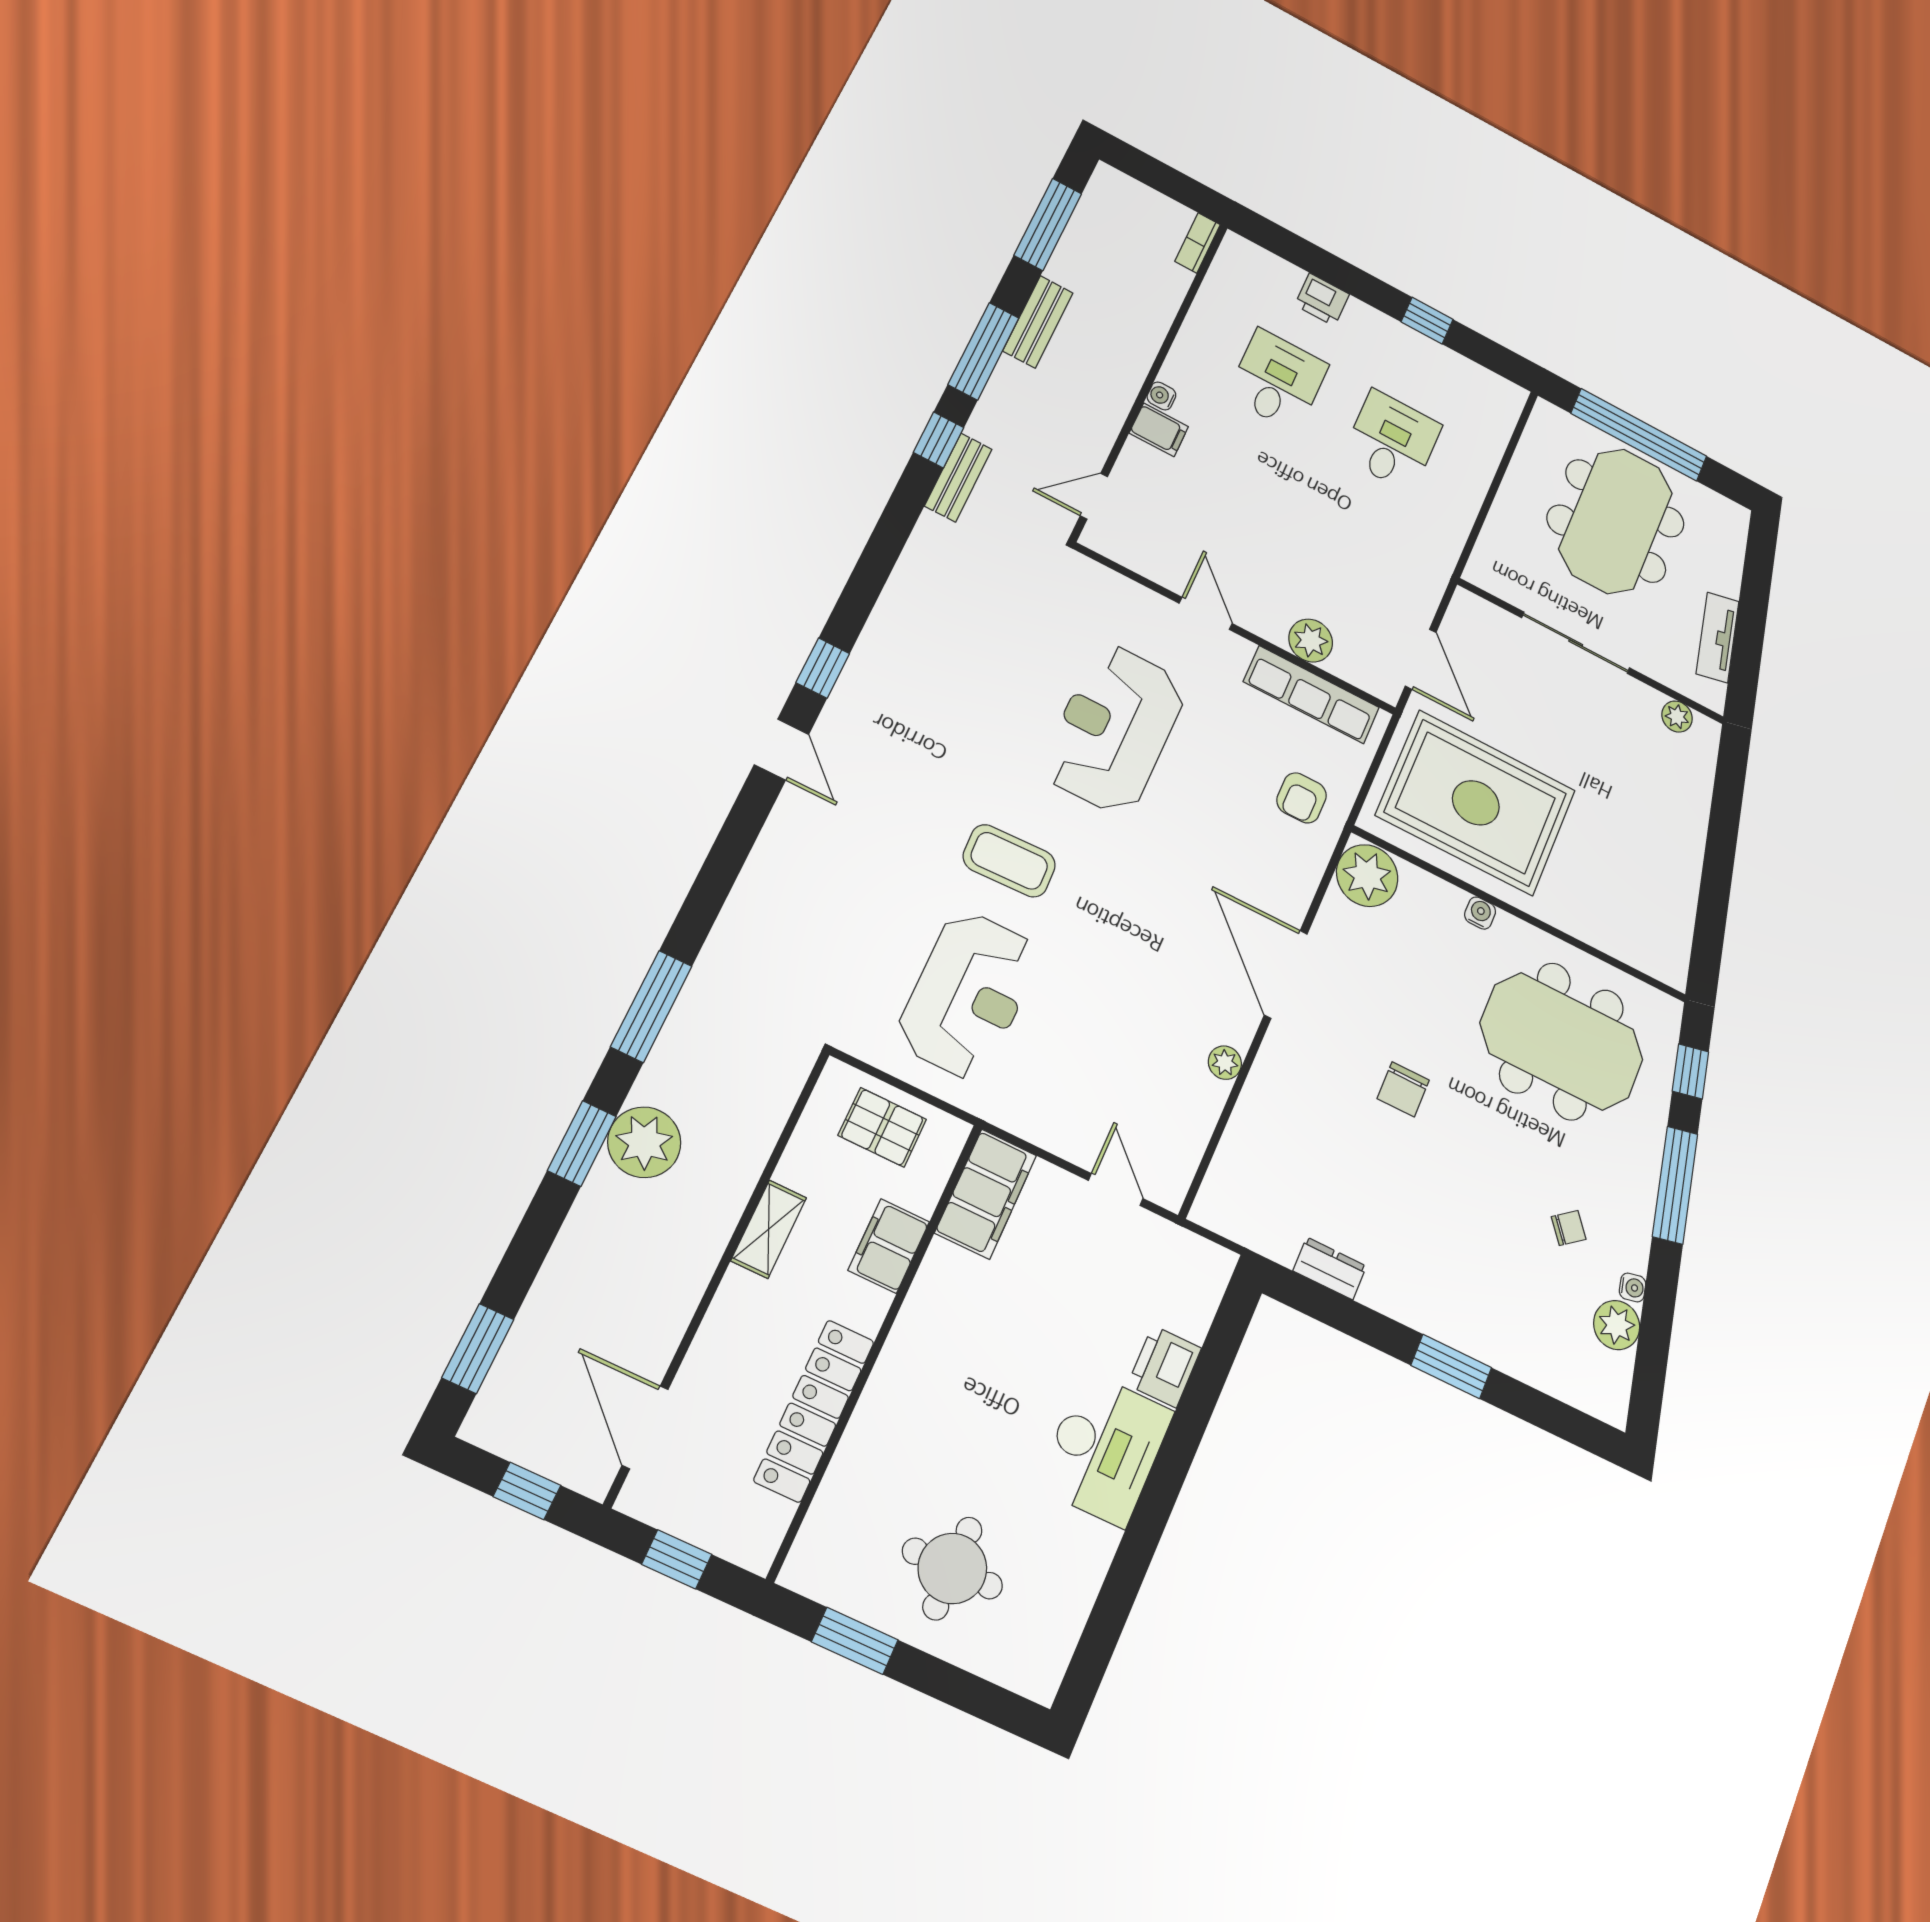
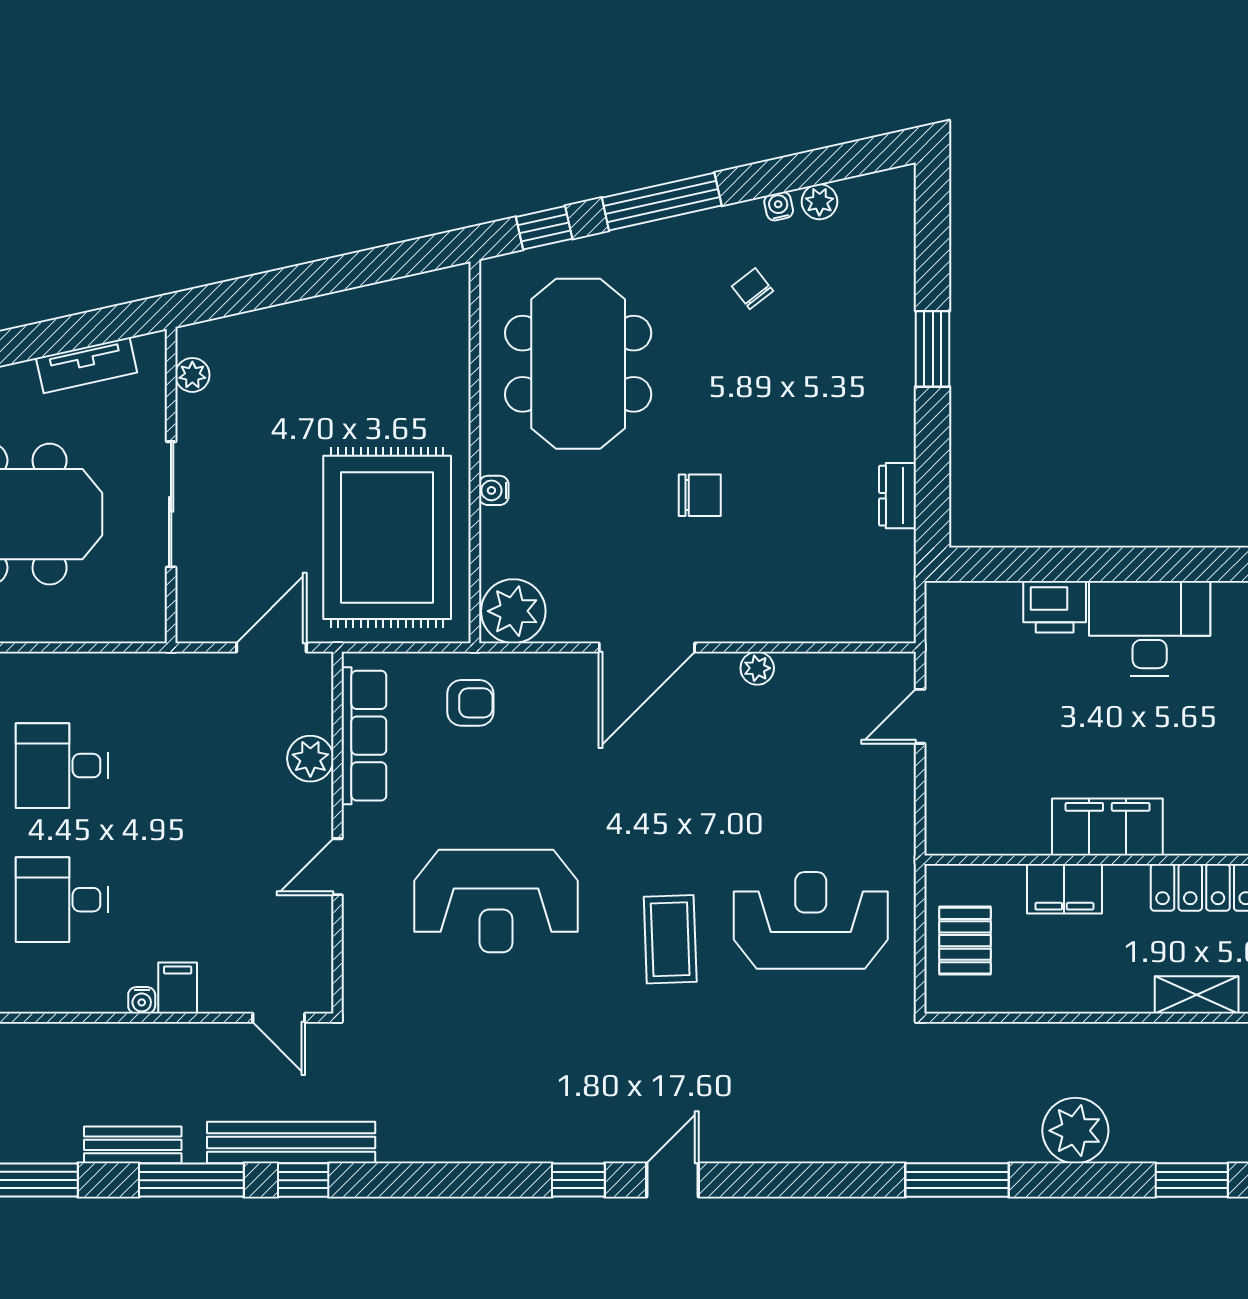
bench: (958, 478) -> (291, 1143), width x1.86, depth x1.21
window: (582, 1143) -> (1192, 1180), moved
filing cabinet: (986, 1194) -> (1107, 827), moved
shelving: (769, 1229) -> (1197, 995), moved
plant: (1617, 1325) -> (819, 202), width x0.73, depth x0.73

